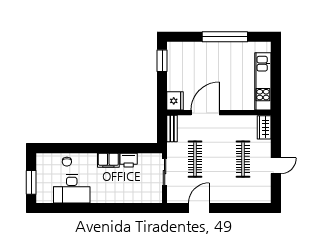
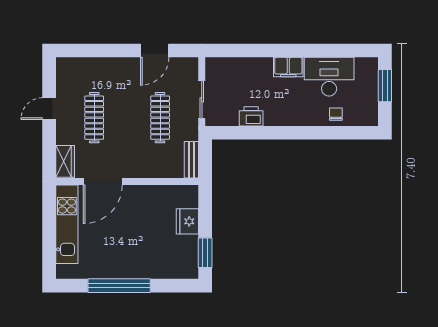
fridge: (175, 101) -> (187, 221), moved
door: (205, 113) -> (103, 181), moved
filing cabinet: (108, 160) -> (288, 67), moved, turned 180

